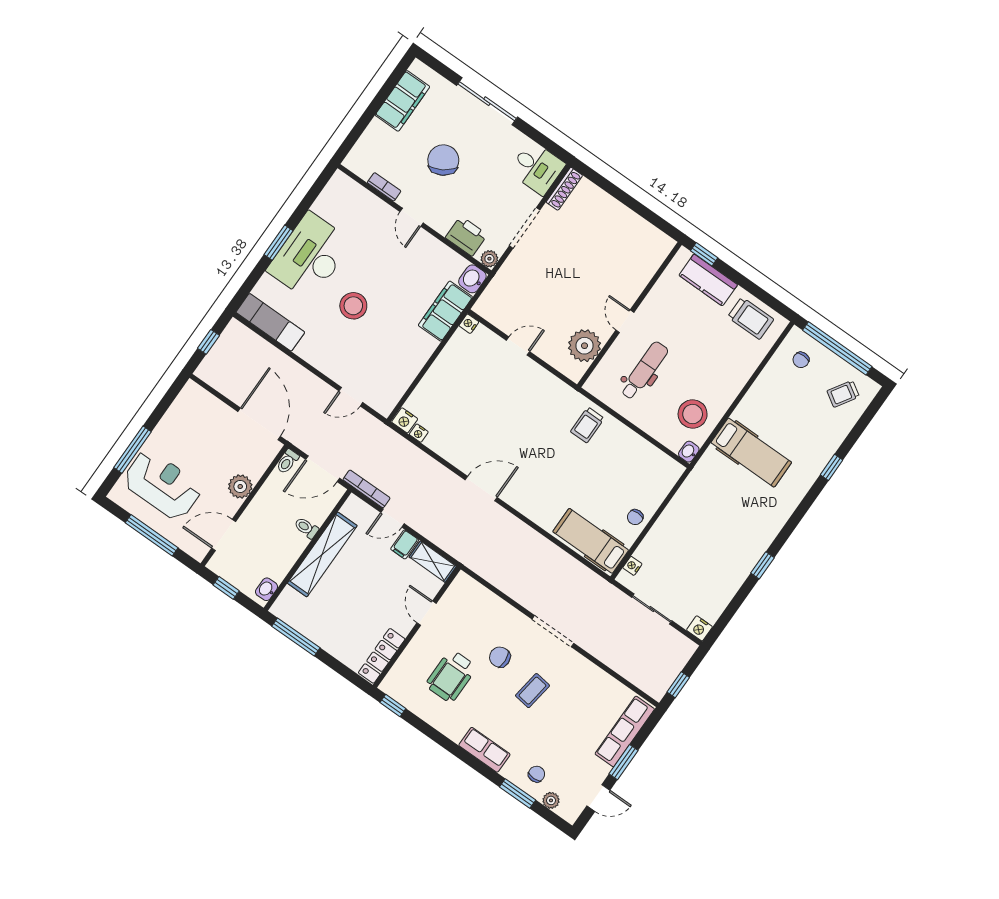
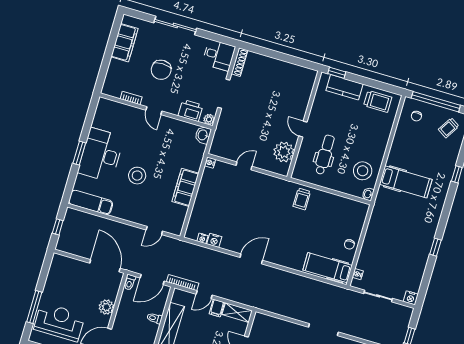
chair: (443, 160) -> (161, 70), turned -148
filing cabinet: (445, 311) -> (185, 187), moved
nightstand: (405, 420) -> (214, 240), moved

